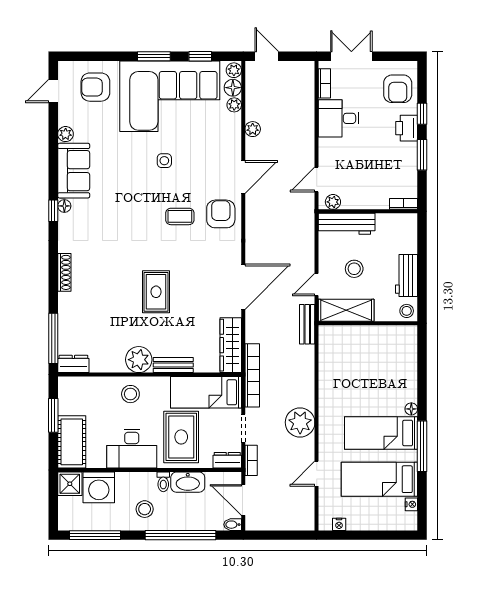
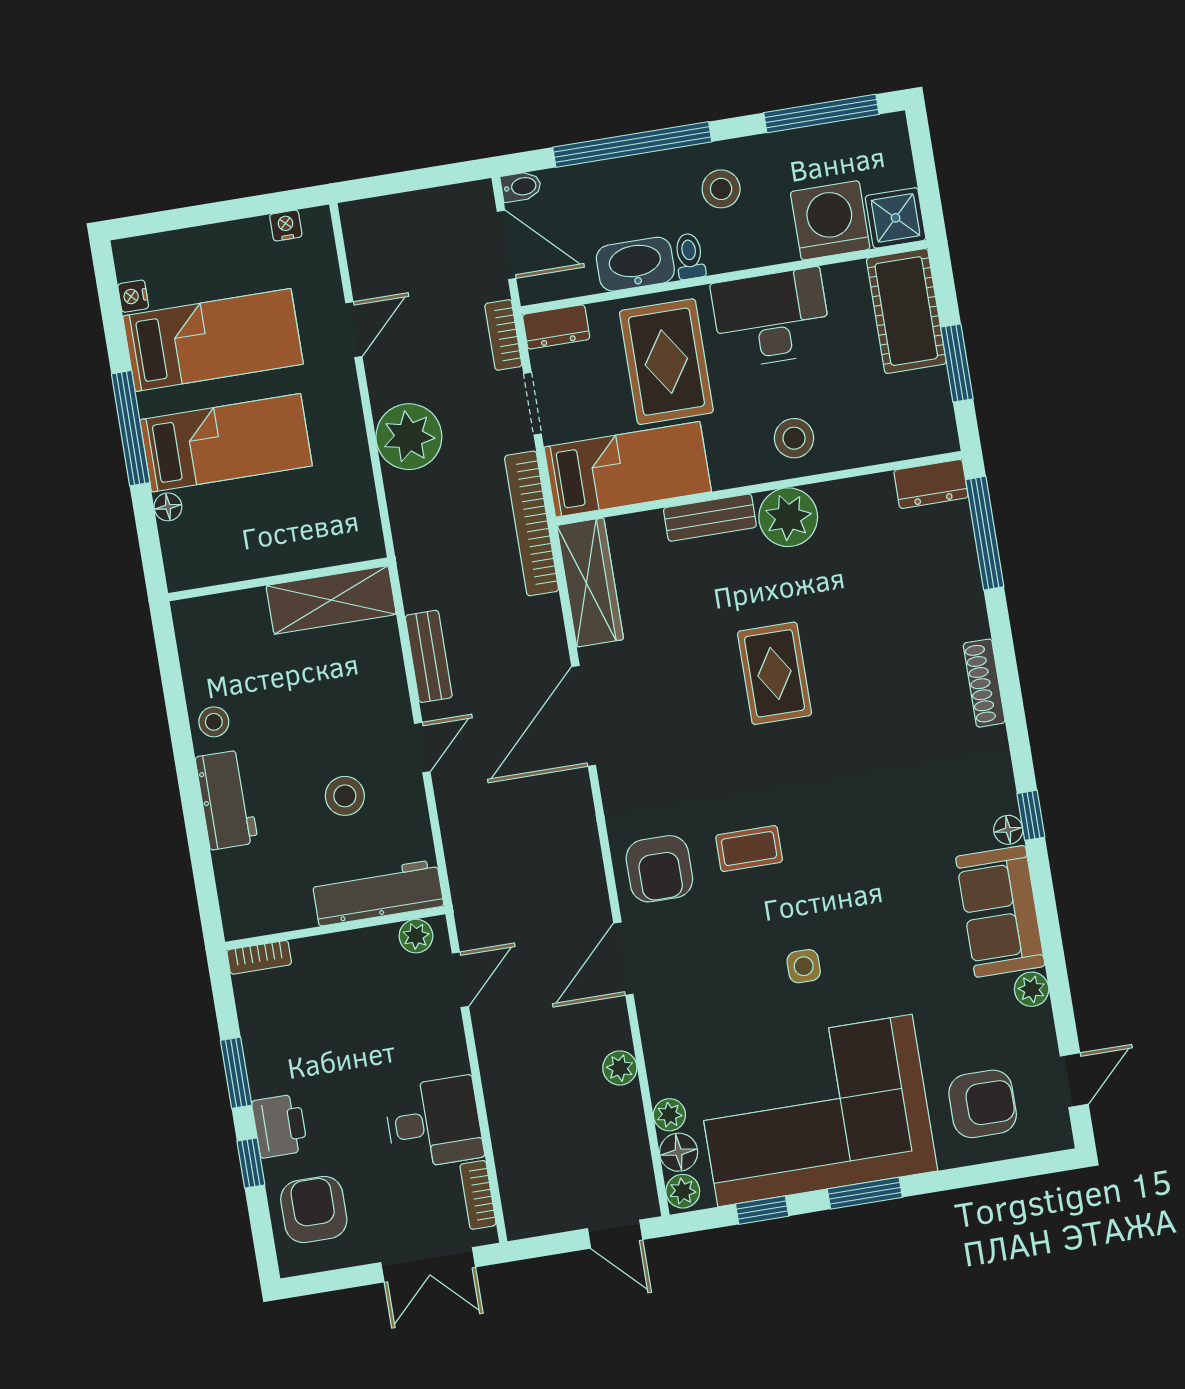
shelving: (346, 310) -> (331, 600), moved
wall: (368, 323) -> (278, 579), moved

